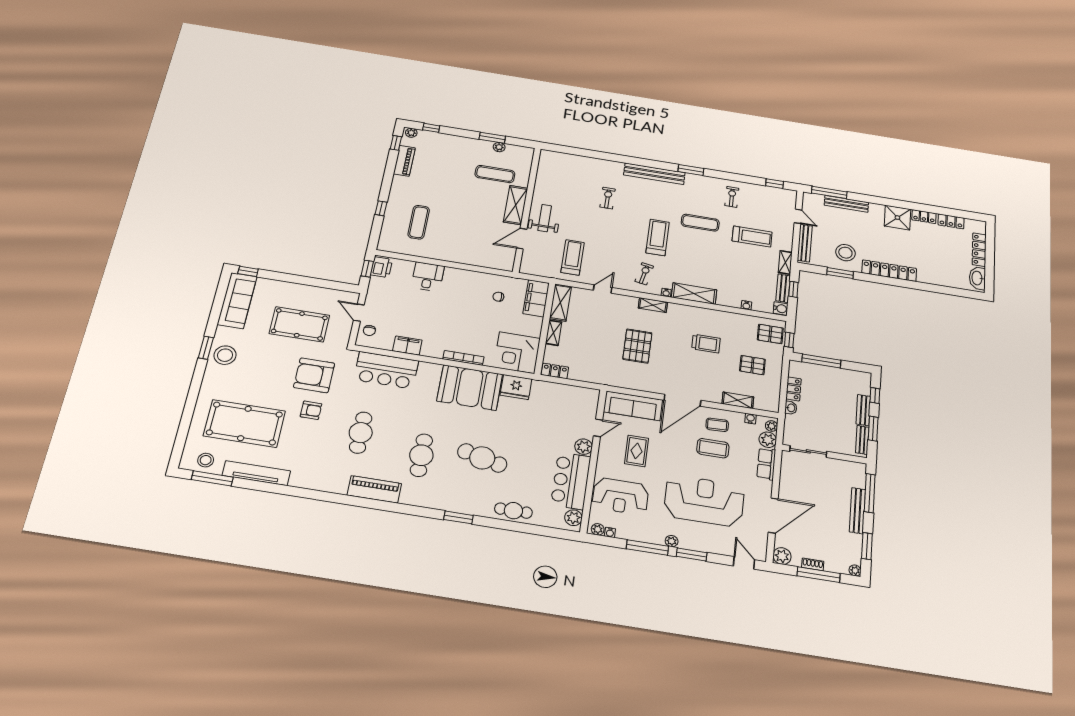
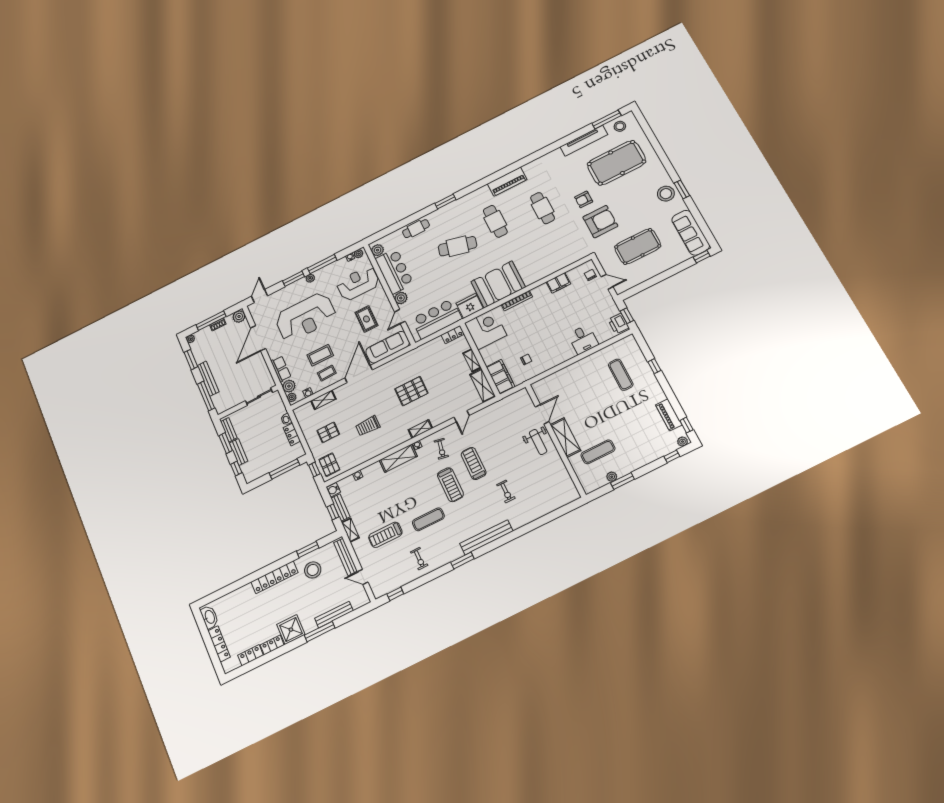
window: (829, 192) -> (320, 632), moved
treadmill: (572, 257) -> (474, 464), moved, turned 180
pallet: (770, 334) -> (329, 465), turned 90
pallet: (637, 346) -> (411, 391), turned 90
bar counter: (386, 370) -> (437, 319), moved
door: (744, 563) -> (259, 296), swing flipped

